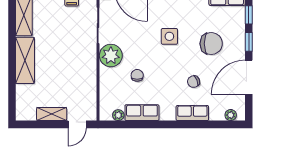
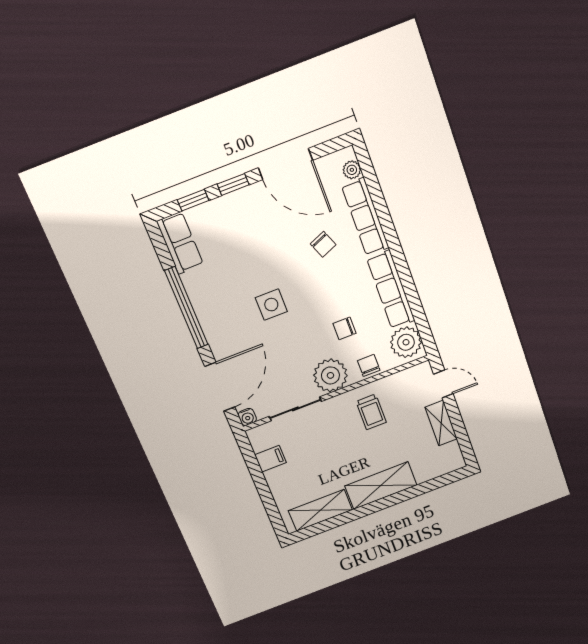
chair: (211, 44) -> (369, 365), moved, width x0.54, depth x0.54
trolley: (77, 72) -> (371, 412), added
row of seats: (142, 113) -> (391, 290), width x1.48
row of seats: (192, 113) -> (365, 217), width x1.48
plant: (118, 115) -> (406, 342), width x1.88, depth x1.88

